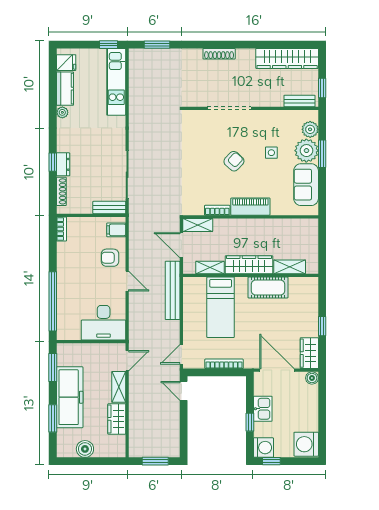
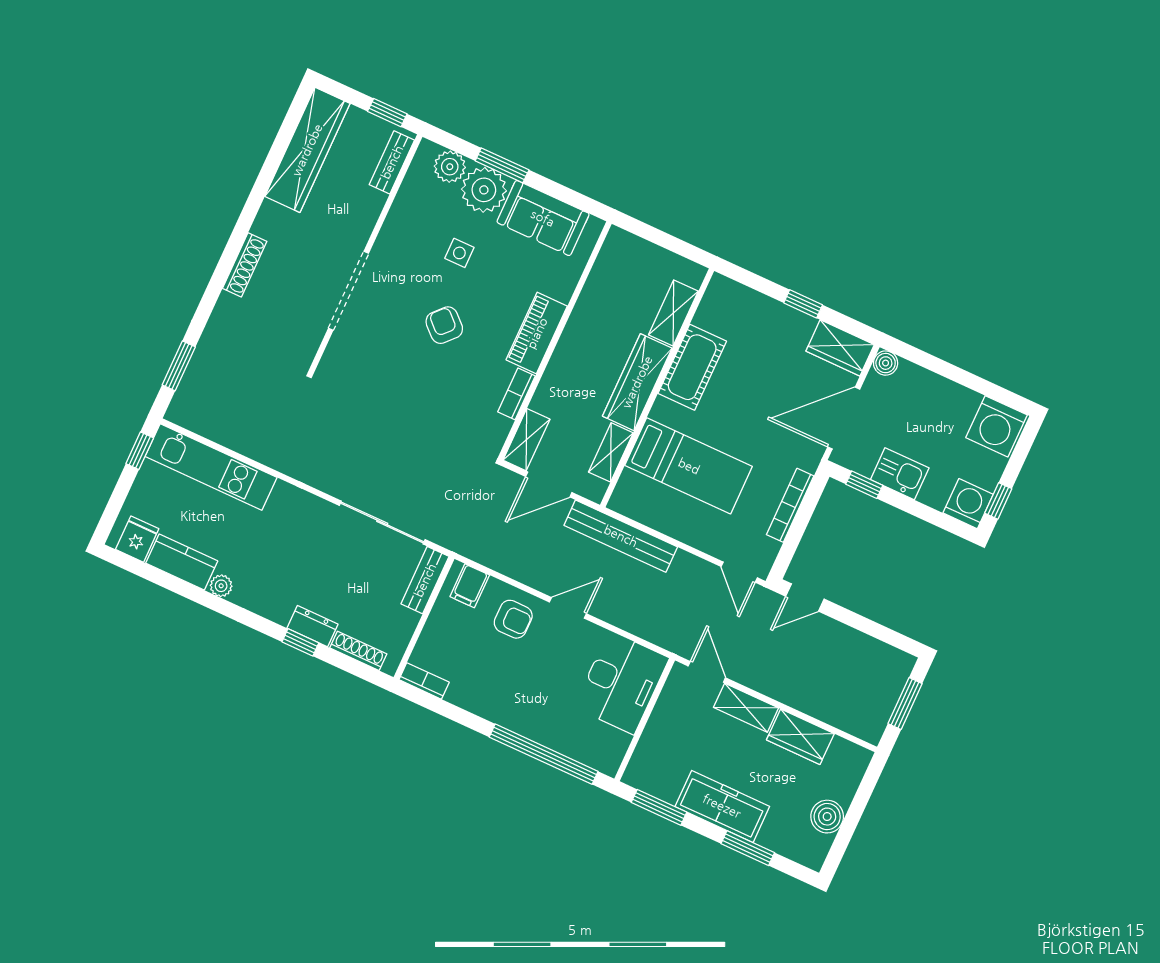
armchair: (110, 258) -> (513, 619), turned -90
freezer: (70, 397) -> (722, 806), width x0.73, depth x0.79
window: (250, 422) -> (864, 485), moved

